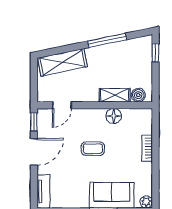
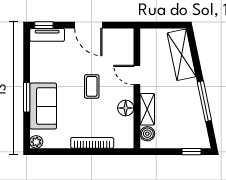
door: (62, 105) -> (137, 75), moved
window: (34, 122) -> (44, 25), moved
bookcase: (147, 148) -> (92, 143), width x1.56

